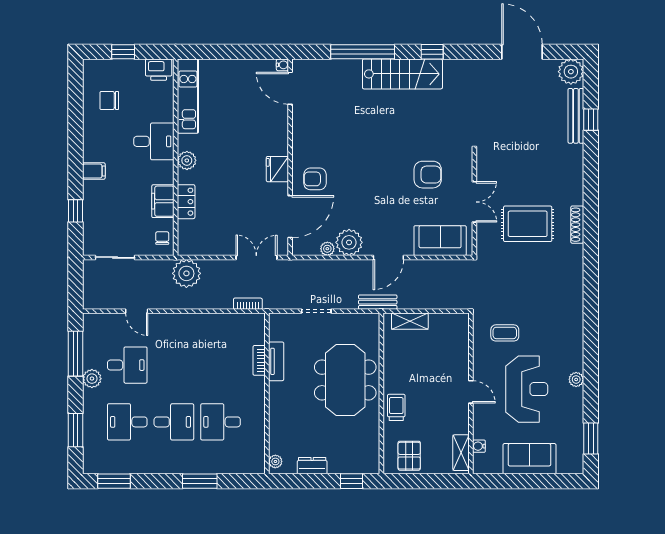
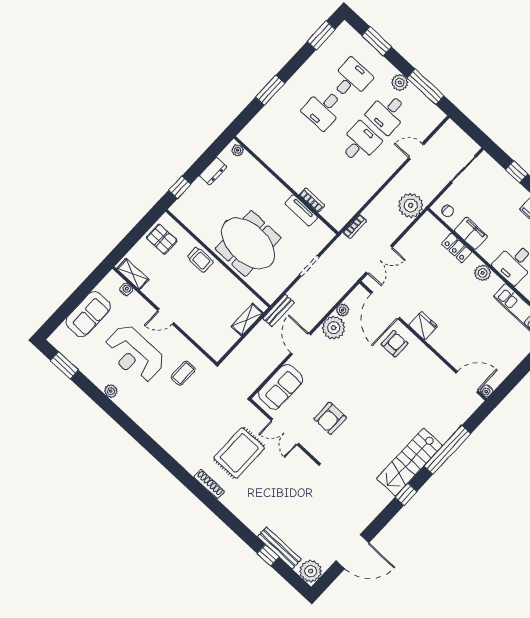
desk: (221, 422) -> (360, 143), moved

